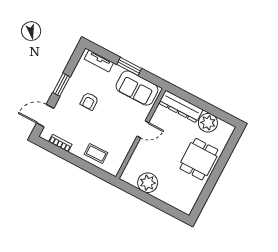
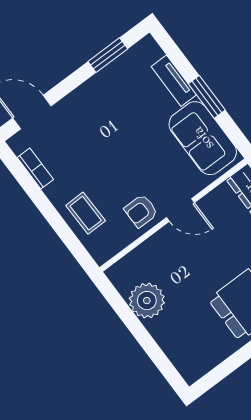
tv unit: (99, 61) -> (174, 81), moved
window: (61, 85) -> (108, 55), moved
armchair: (89, 101) -> (141, 211), moved

